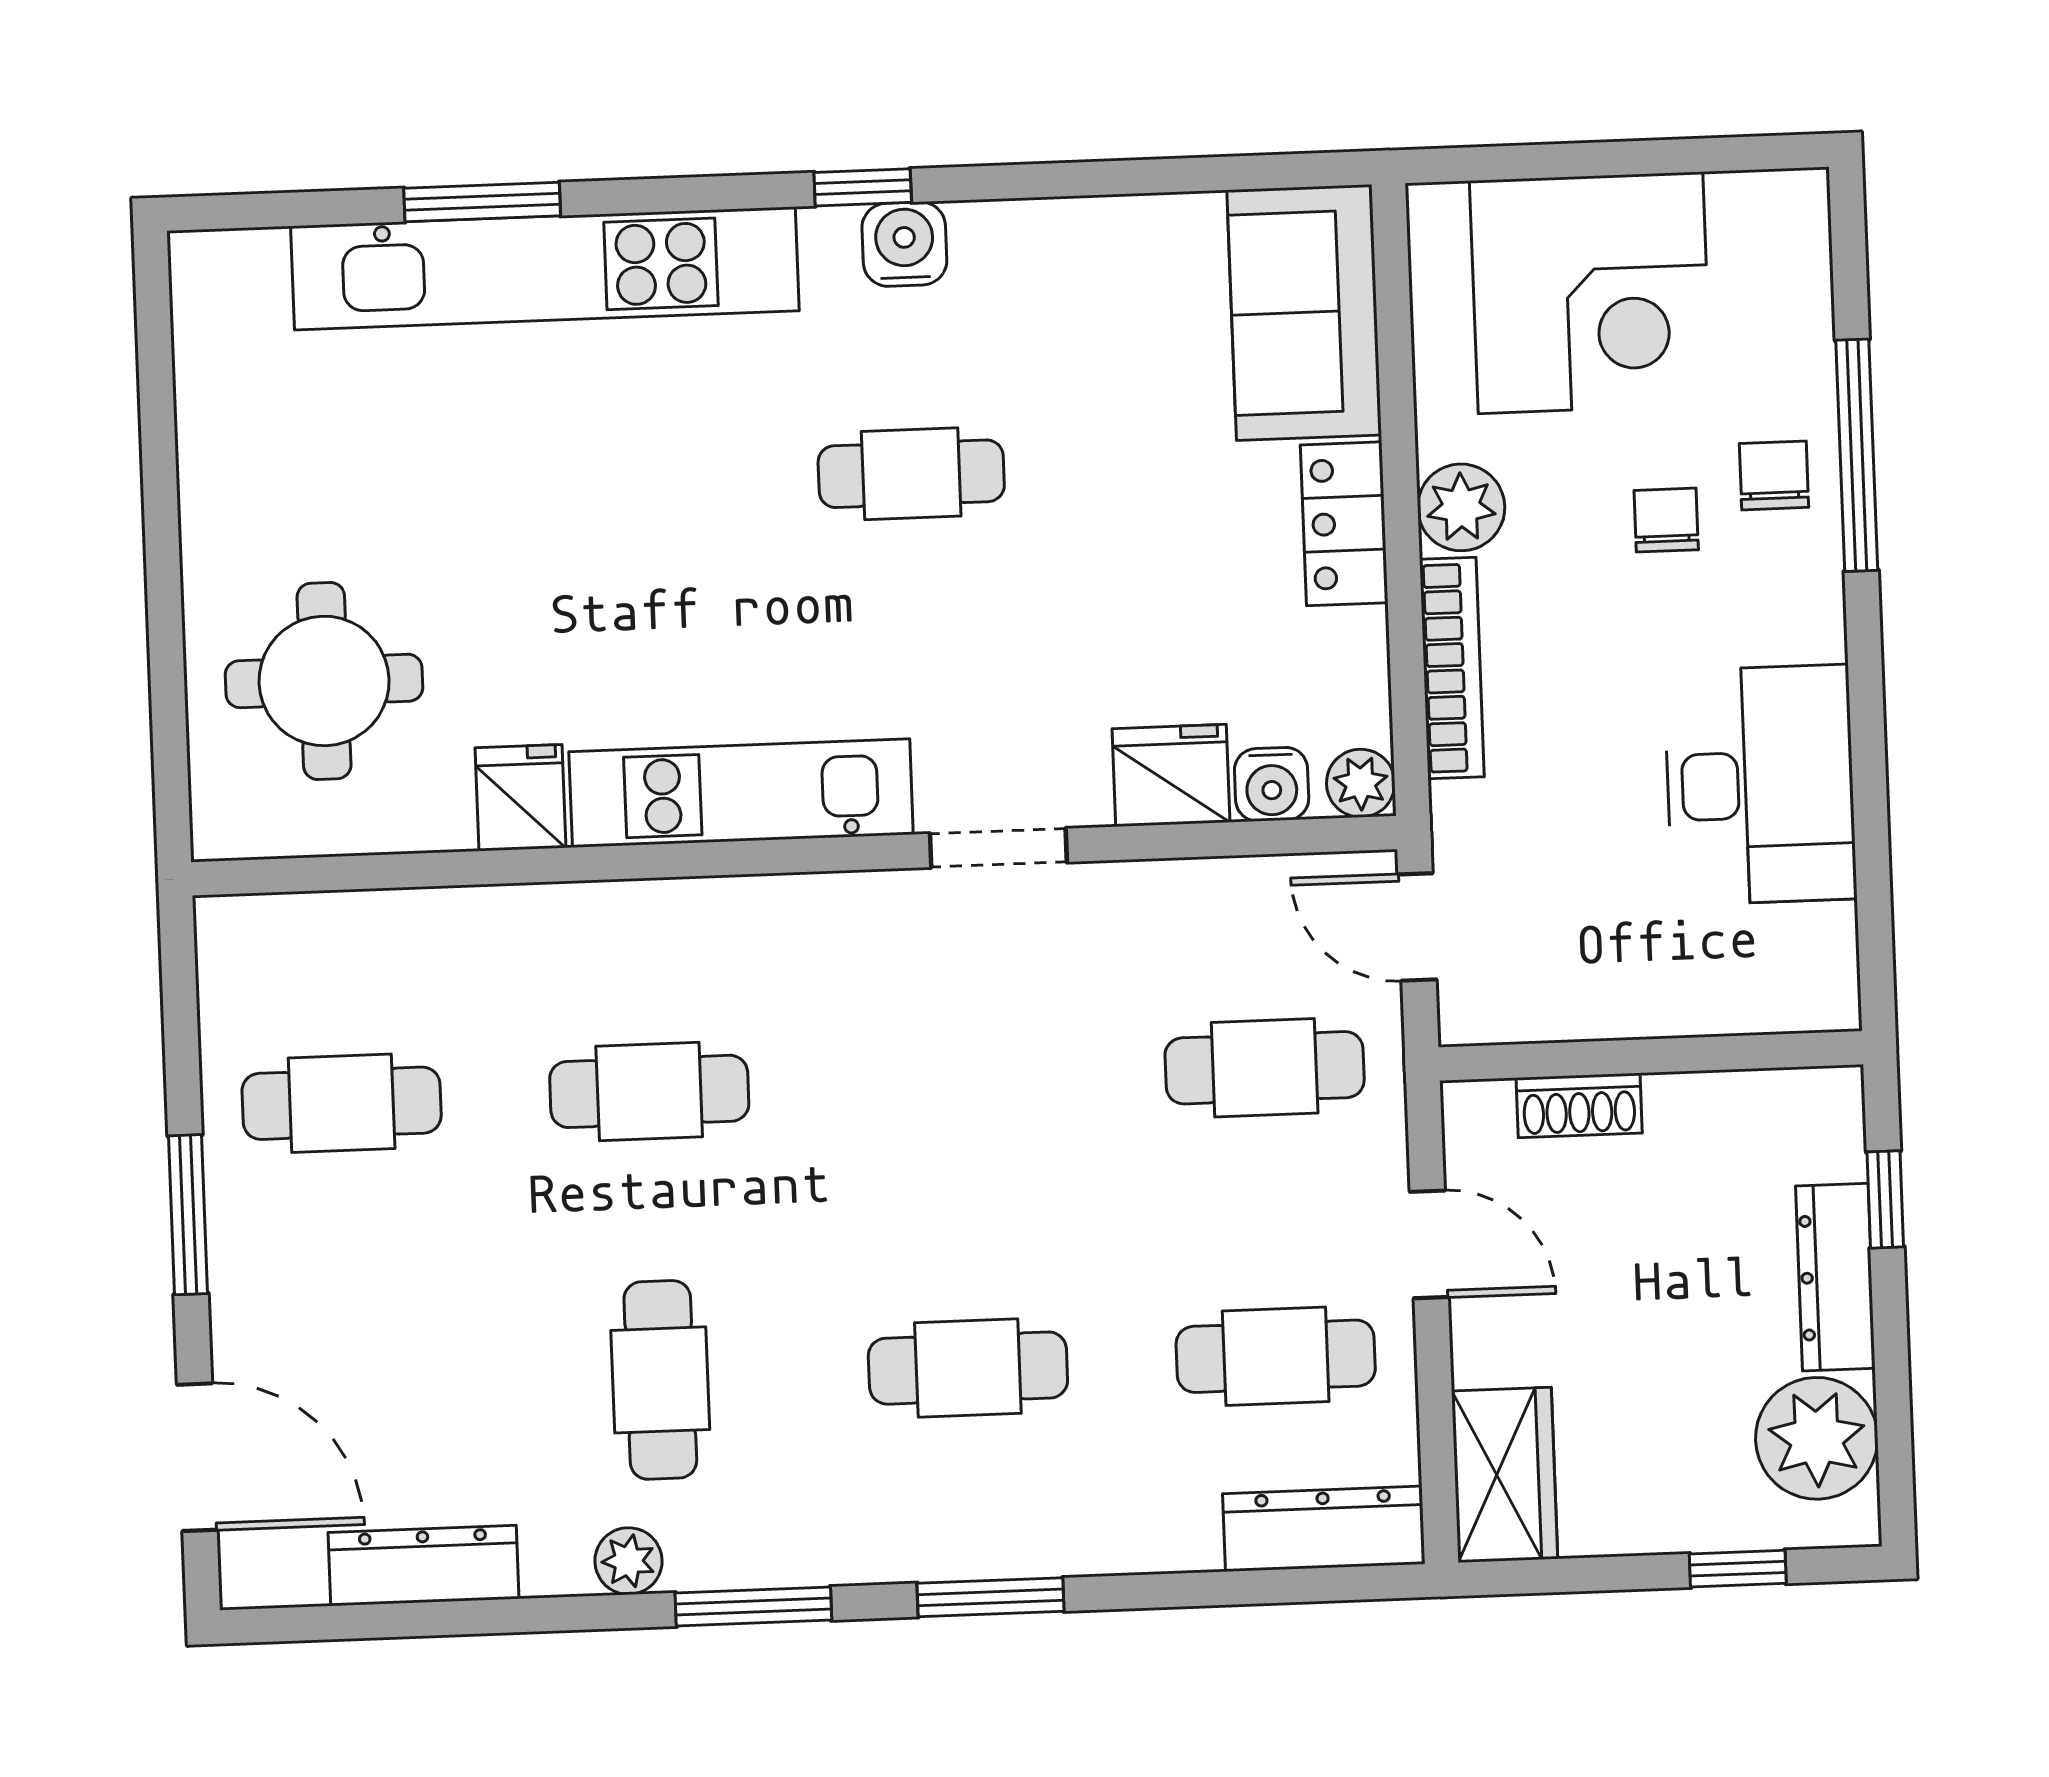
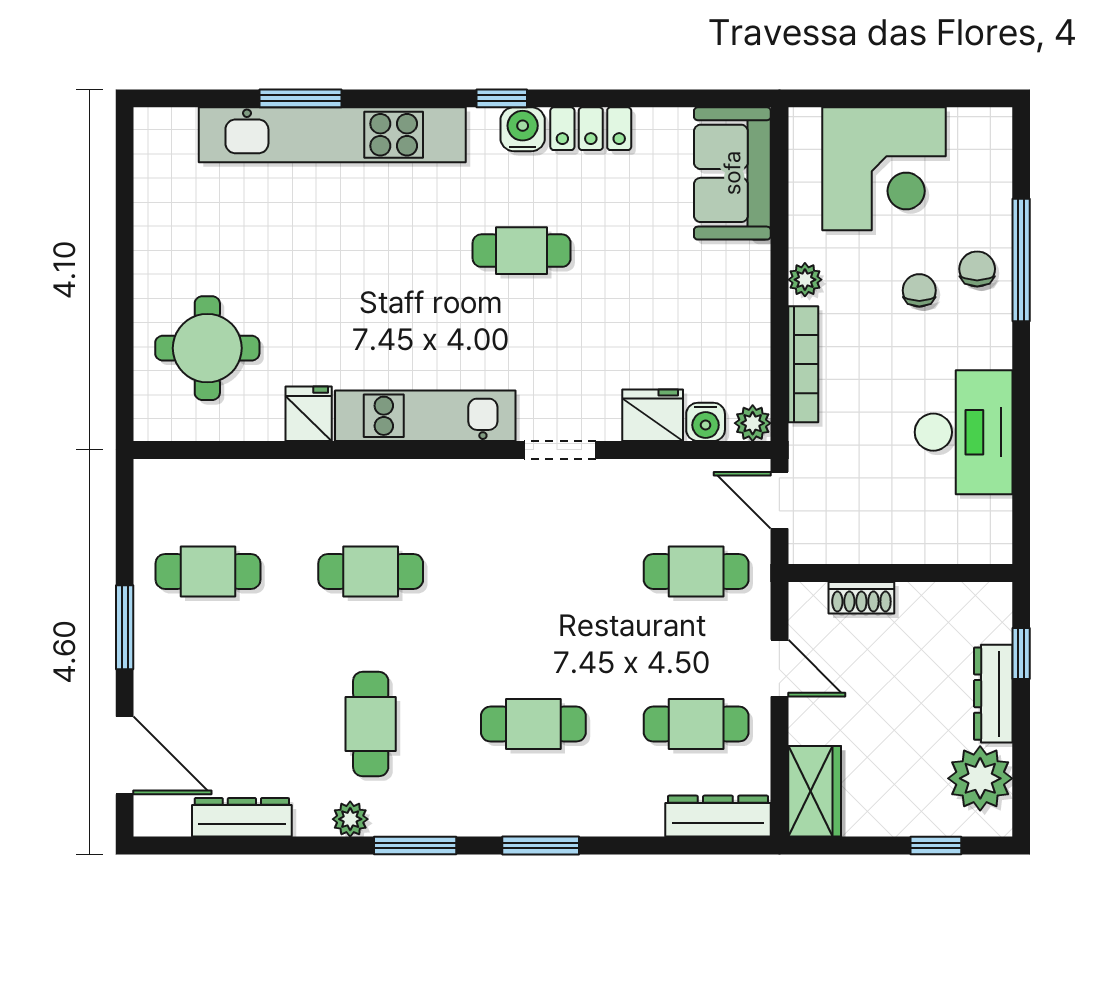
plant: (1461, 507) -> (805, 280), width x0.73, depth x0.73
locker: (1344, 524) -> (591, 129), moved, turned -90

